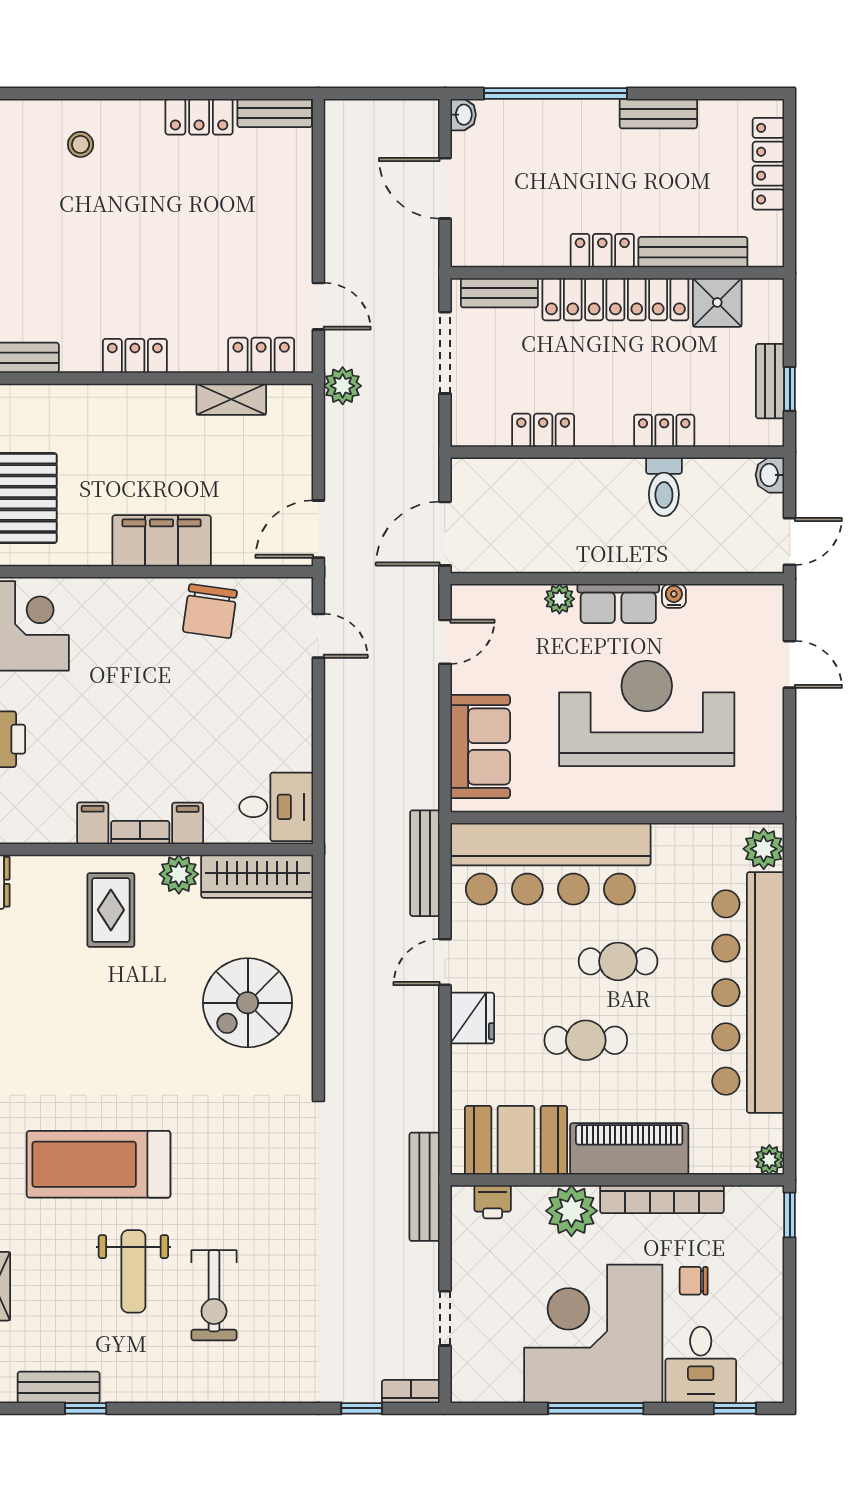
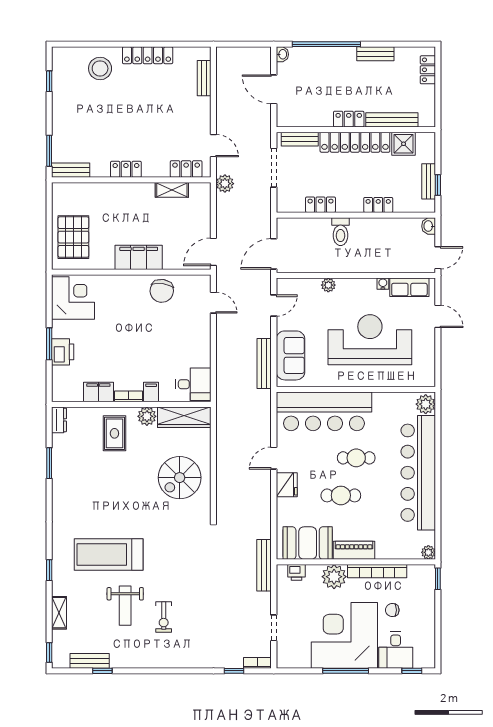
bench: (275, 113) -> (204, 78), moved, turned 90
locker: (199, 117) -> (148, 55), width x1.53
stool: (81, 144) -> (100, 68), width x1.89, depth x1.89
locker: (768, 164) -> (428, 70), width x0.66
toilet: (664, 487) -> (341, 232), moved
row of seats: (618, 603) -> (409, 287), moved
filing cabinet: (93, 823) -> (98, 392), width x2.00
bench: (425, 863) -> (264, 364), moved
piano: (629, 1149) -> (354, 550), width x0.73, depth x0.75
exercise bike: (214, 1295) -> (164, 617), width x0.73, depth x0.72

